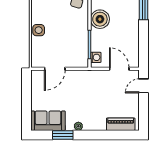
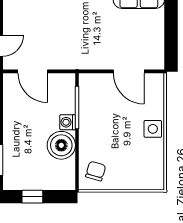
washing machine: (96, 57) -> (68, 122), moved
door: (55, 69) -> (129, 71), swing flipped

